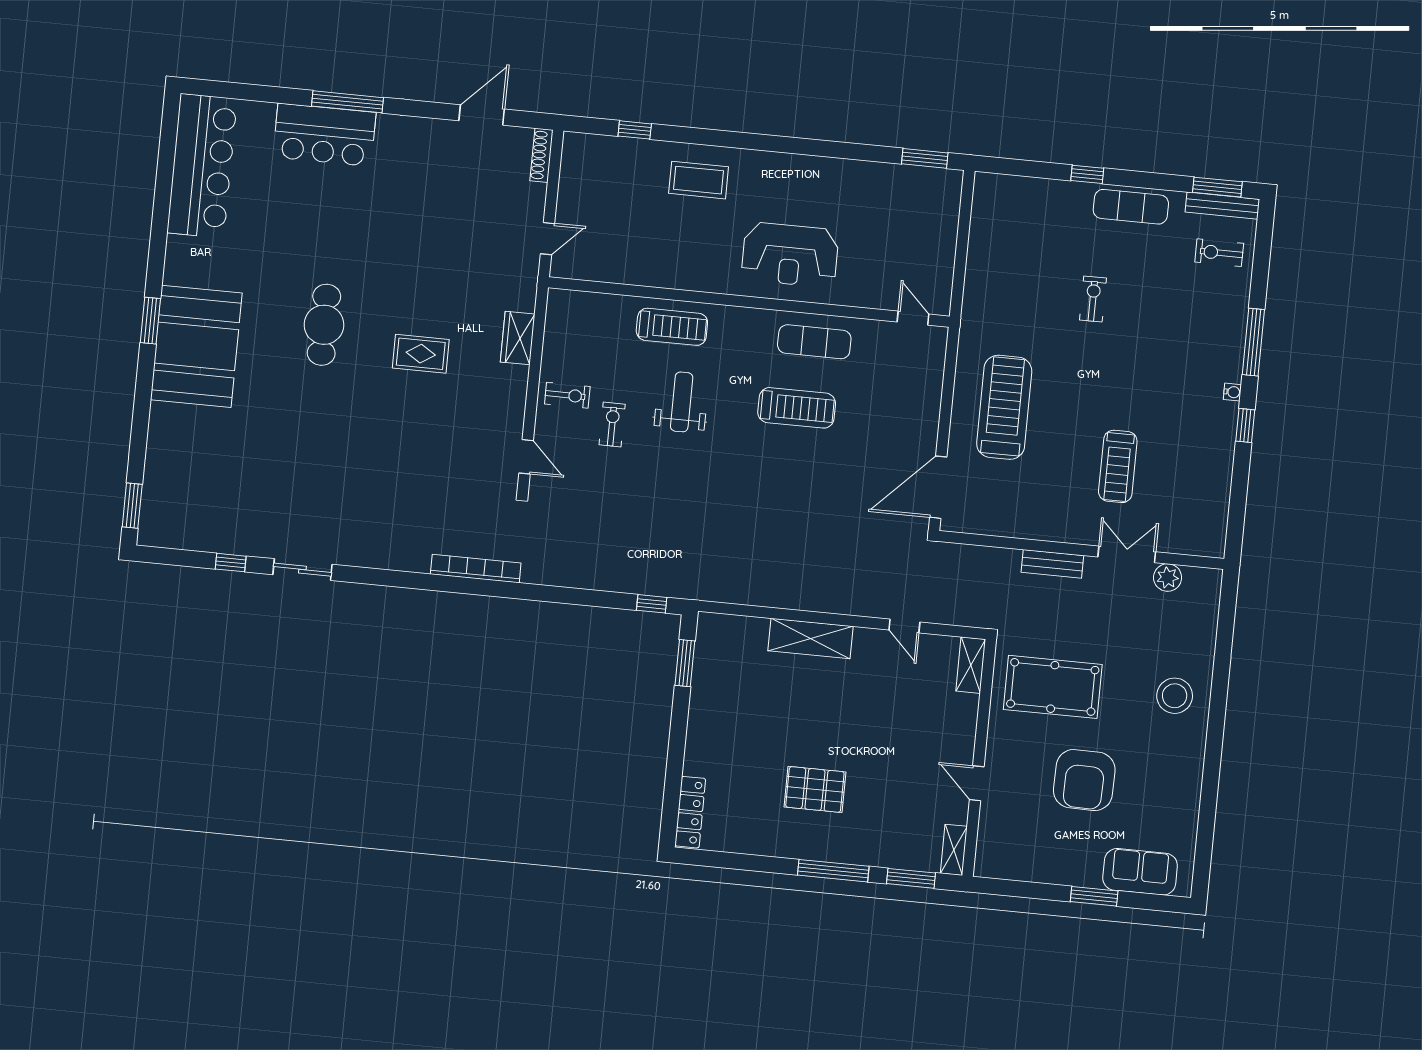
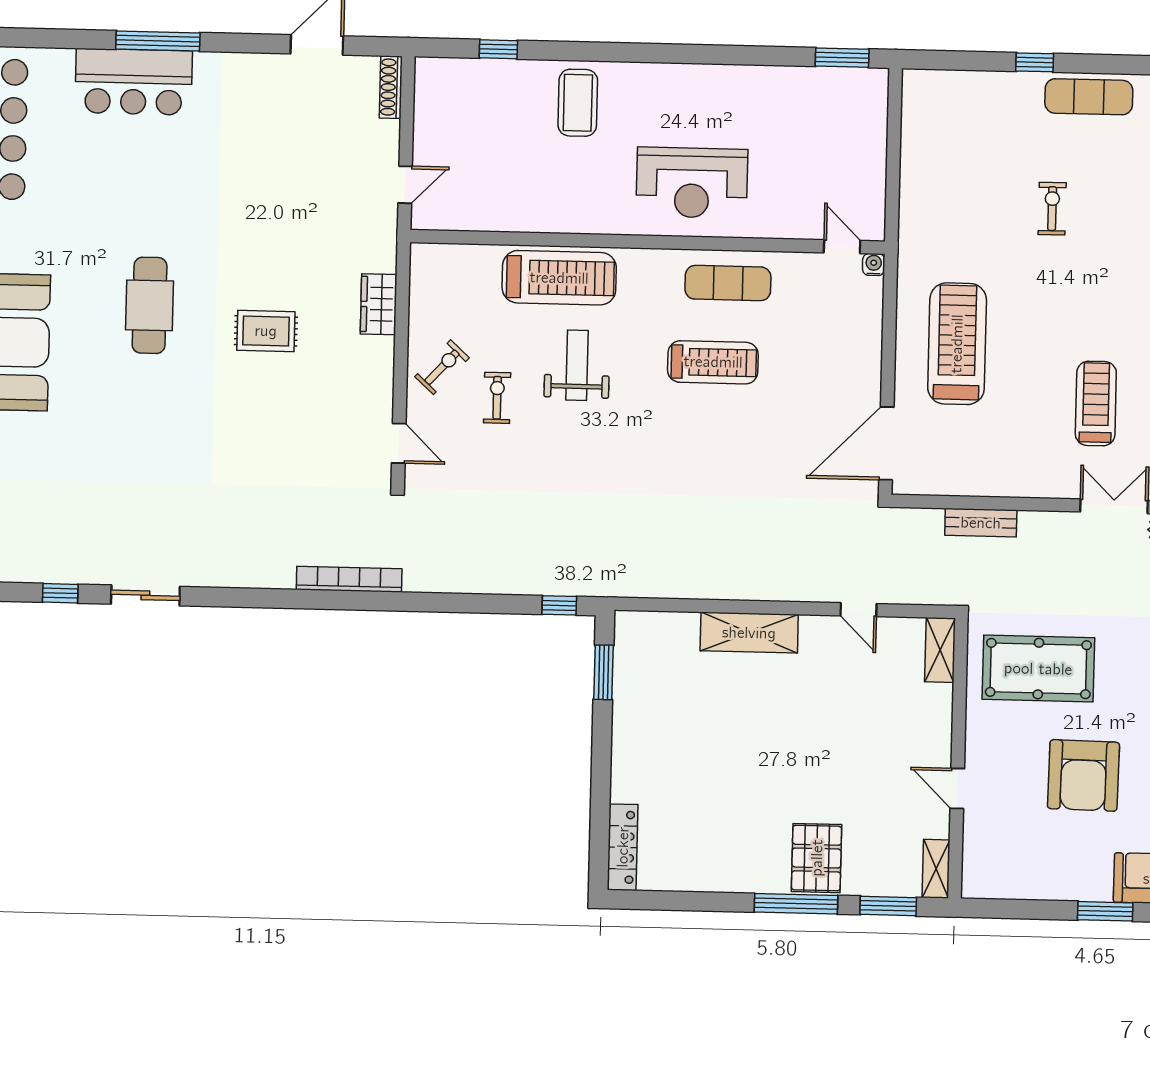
coffee table: (699, 180) -> (578, 103), turned 90
treadmill: (672, 327) -> (559, 278), width x1.37, depth x1.38
water cooler: (939, 335) -> (874, 265), added
exercise bike: (567, 395) -> (442, 367), turned -47
treadmill: (1118, 466) -> (1096, 403), turned 180
bench: (1052, 564) -> (981, 523), moved
pallet: (815, 789) -> (817, 858), moved, turned 90

